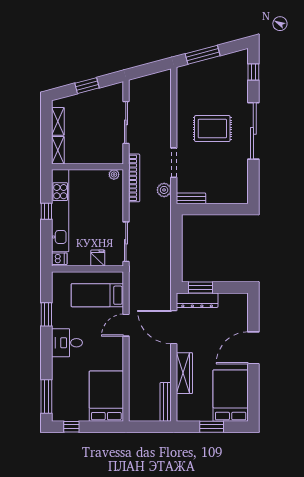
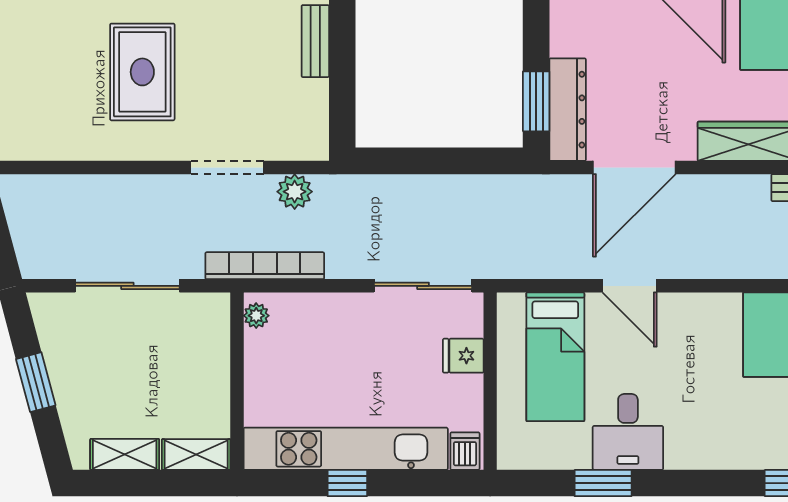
bench: (191, 198) -> (315, 41), moved
desk: (67, 343) -> (628, 432), moved

